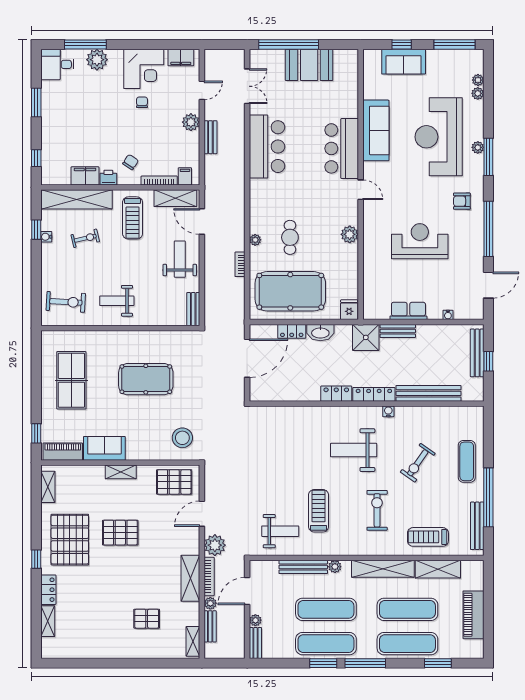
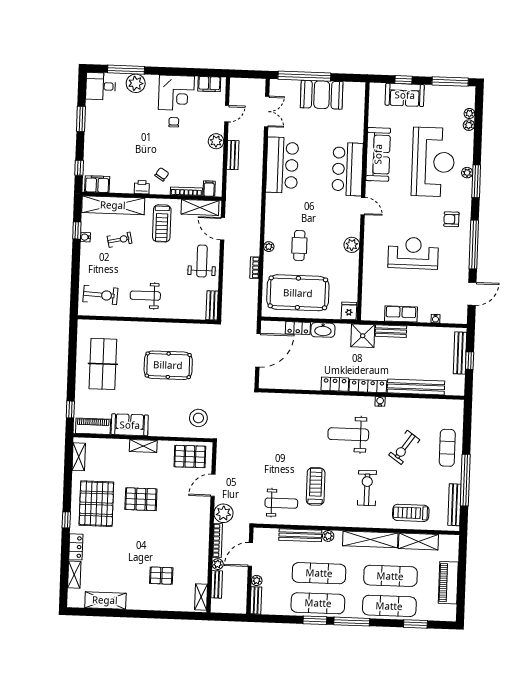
reception desk: (439, 137) -> (433, 162), turned 180
filing cabinet: (85, 176) -> (97, 184), moved
shelving: (190, 578) -> (105, 600), moved, turned 90

